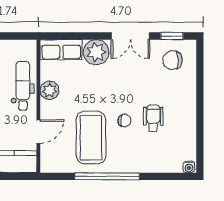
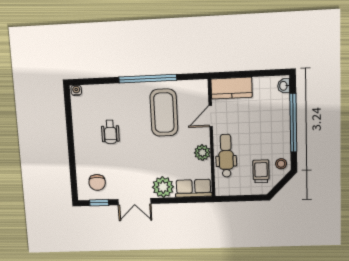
double door: (130, 36) -> (134, 202), swing flipped
chair: (172, 60) -> (97, 182), turned 90
dental chair: (23, 86) -> (226, 156), turned 180
chair: (124, 121) -> (135, 129), removed

